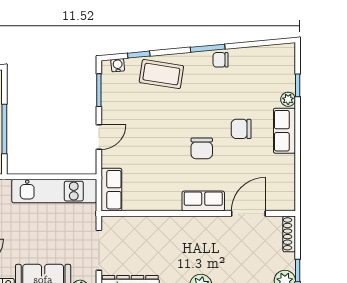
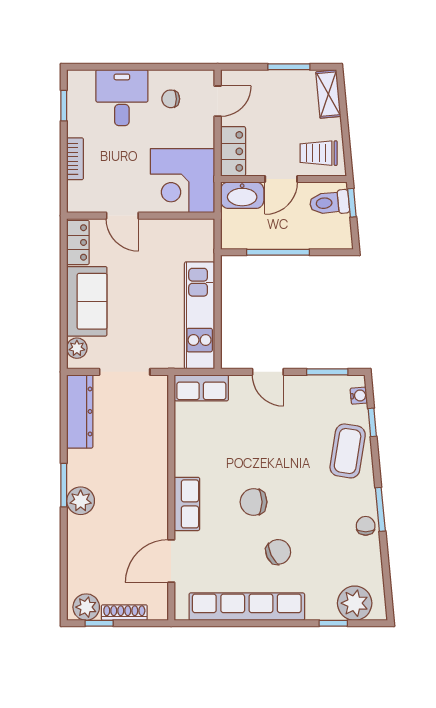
plant: (288, 99) -> (355, 603), moved, width x1.87, depth x1.87
chair: (241, 129) -> (278, 552), turned 65
row of seats: (284, 131) -> (247, 607), width x2.02
door: (248, 213) -> (171, 561), swing flipped
shoe rack: (289, 234) -> (124, 613), moved

